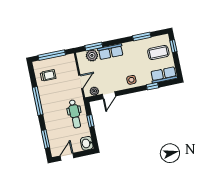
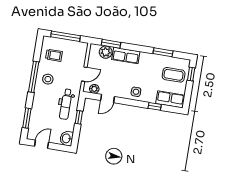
stool: (51, 98) -> (48, 79), added

